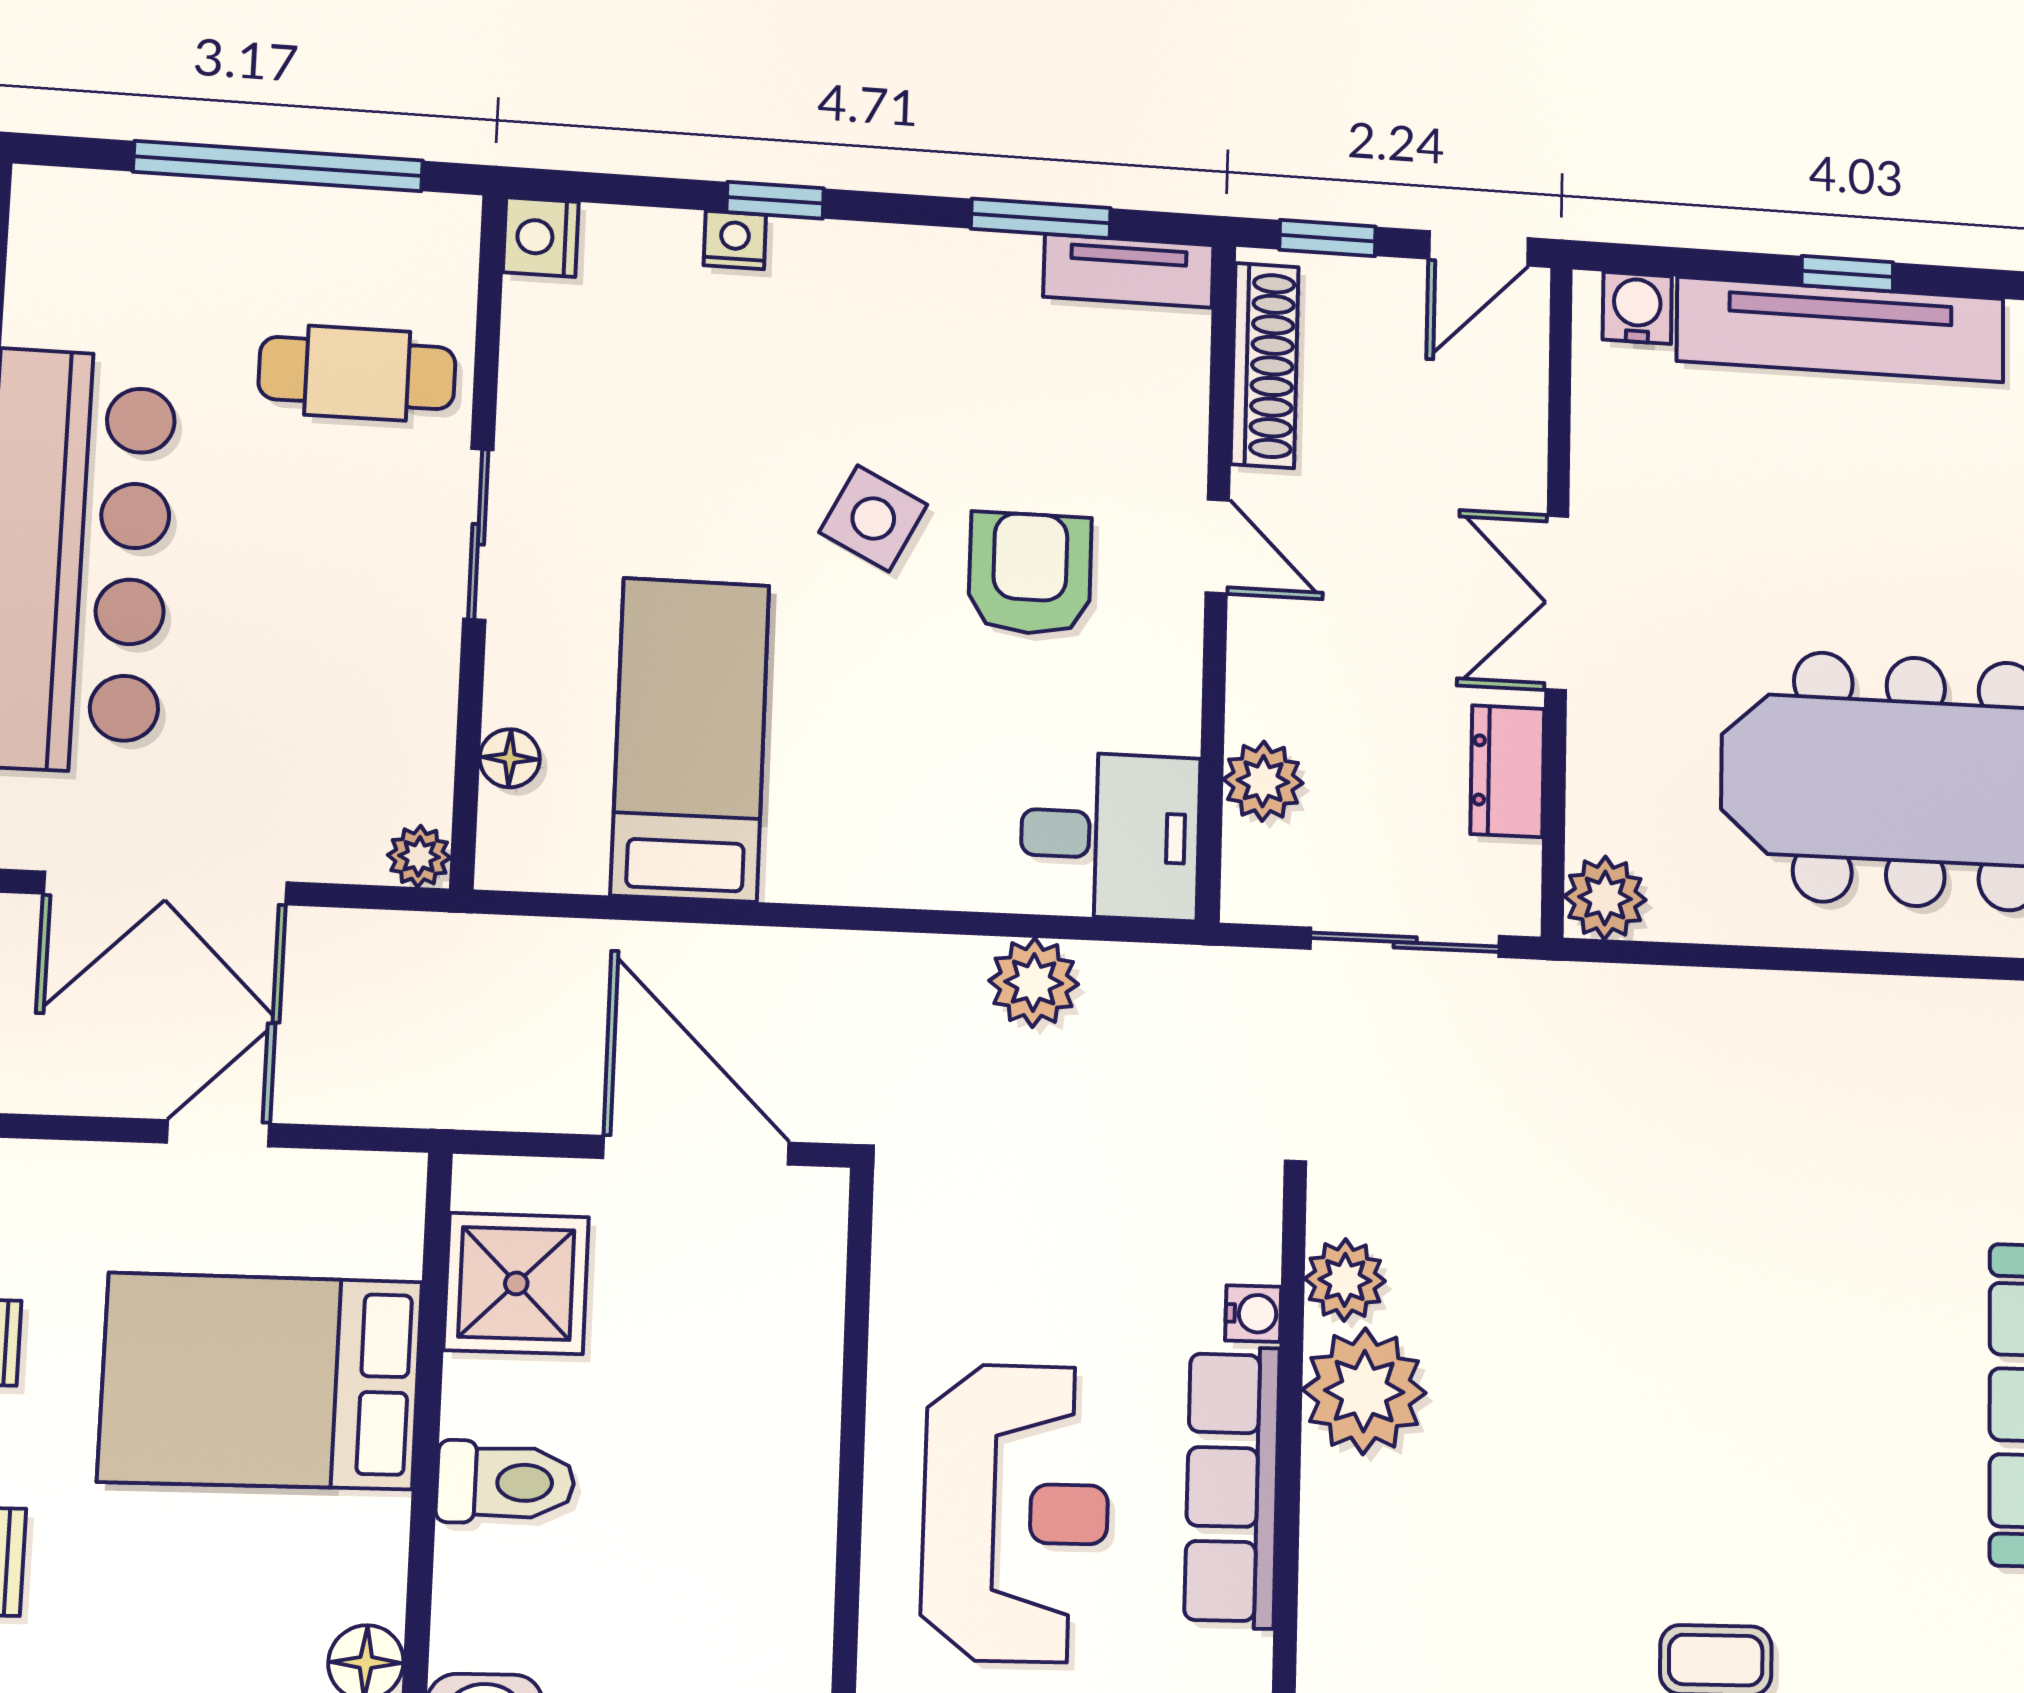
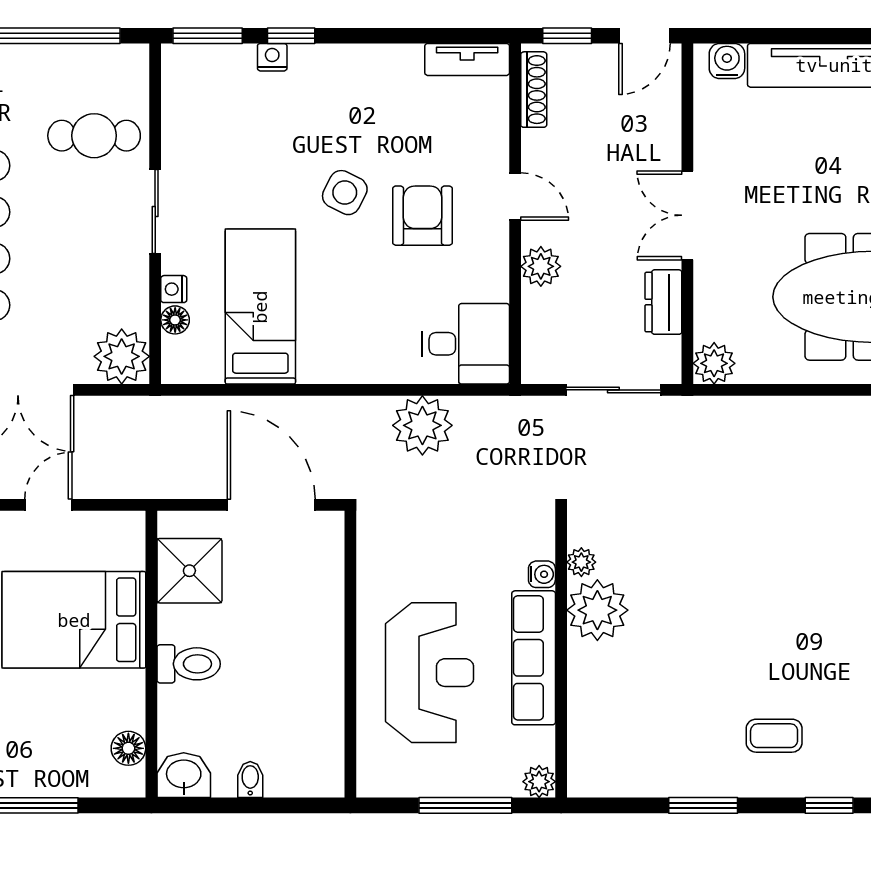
window: (1041, 218) -> (208, 36), moved
nightstand: (541, 237) -> (174, 289), moved, width x0.72, depth x0.74
window: (1847, 274) -> (837, 36), removed
shoe rack: (1265, 365) -> (534, 90), width x0.74, depth x0.81
plant: (1263, 781) -> (541, 266), moved
plant: (419, 856) -> (122, 356), width x1.88, depth x1.88
plant: (1034, 982) -> (422, 425), width x1.36, depth x1.36
plant: (1345, 1280) -> (581, 562), width x0.73, depth x0.73

